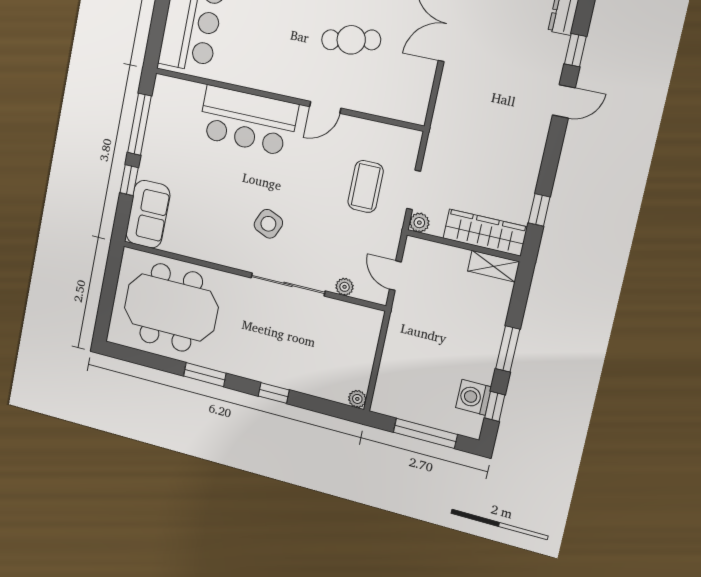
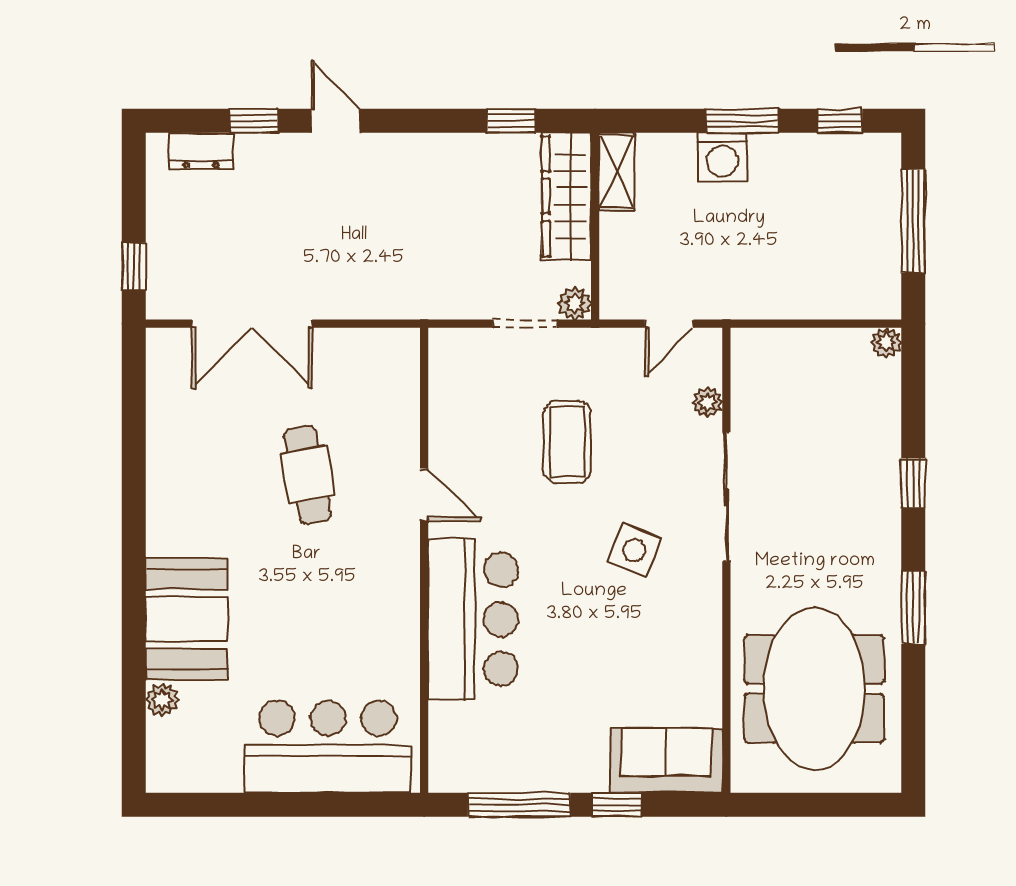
coffee table: (366, 186) -> (567, 442), moved, turned 90
washing machine: (474, 397) -> (723, 157), moved

